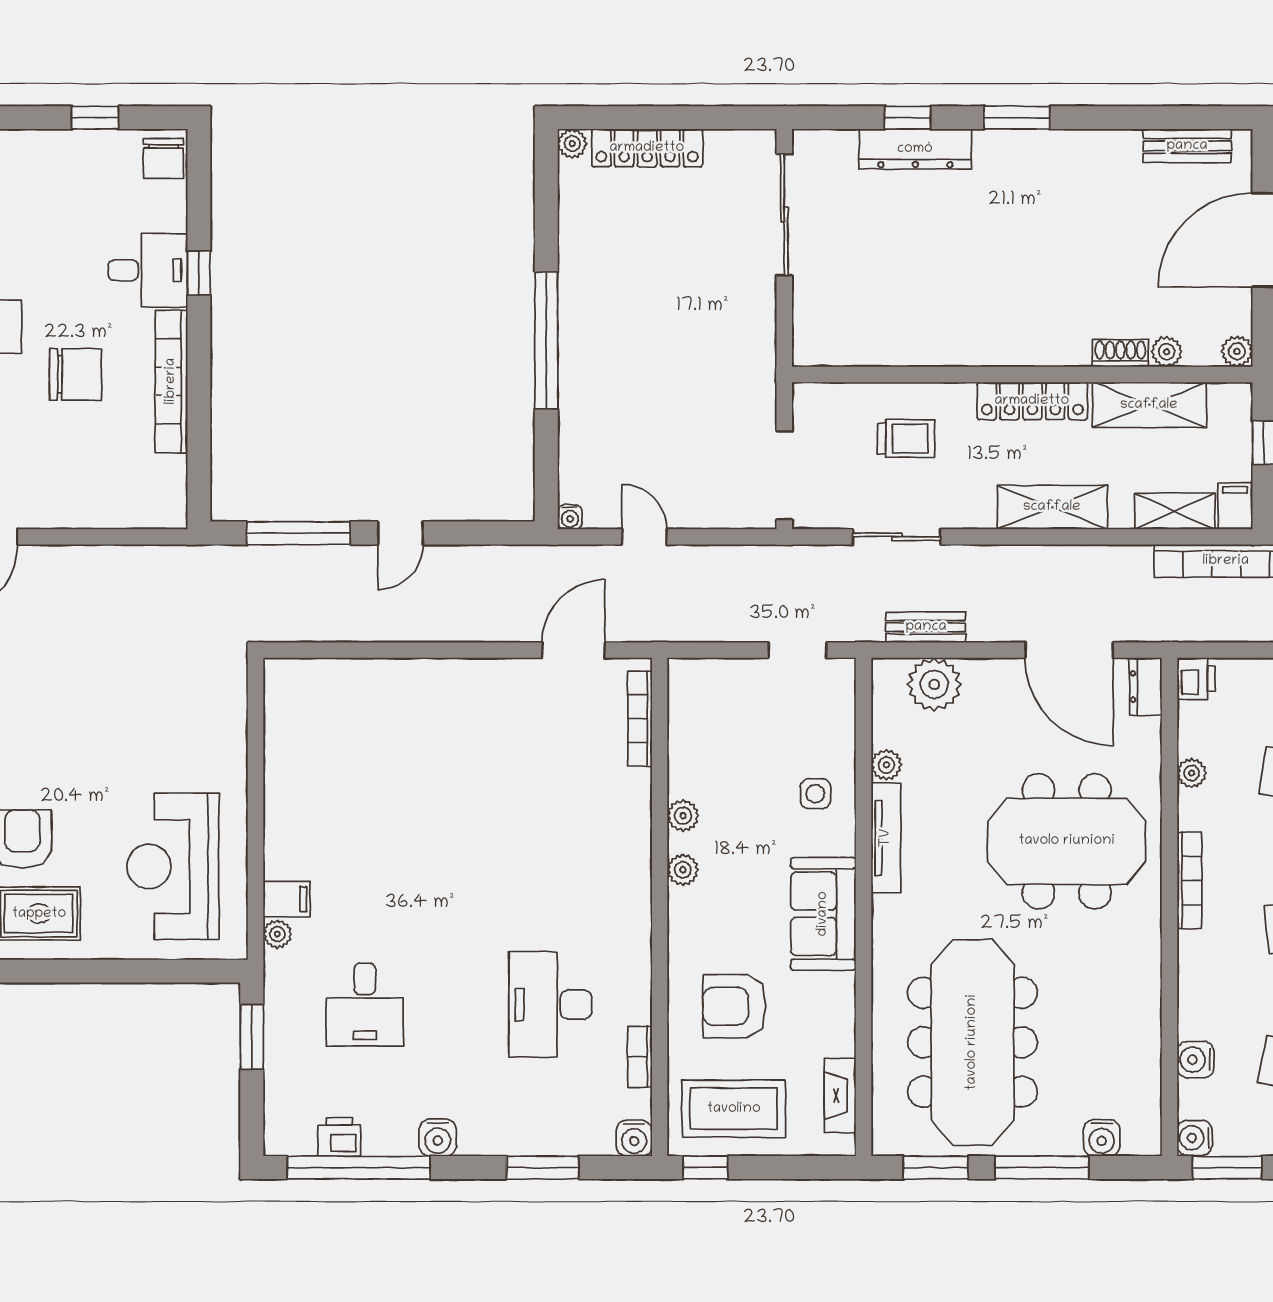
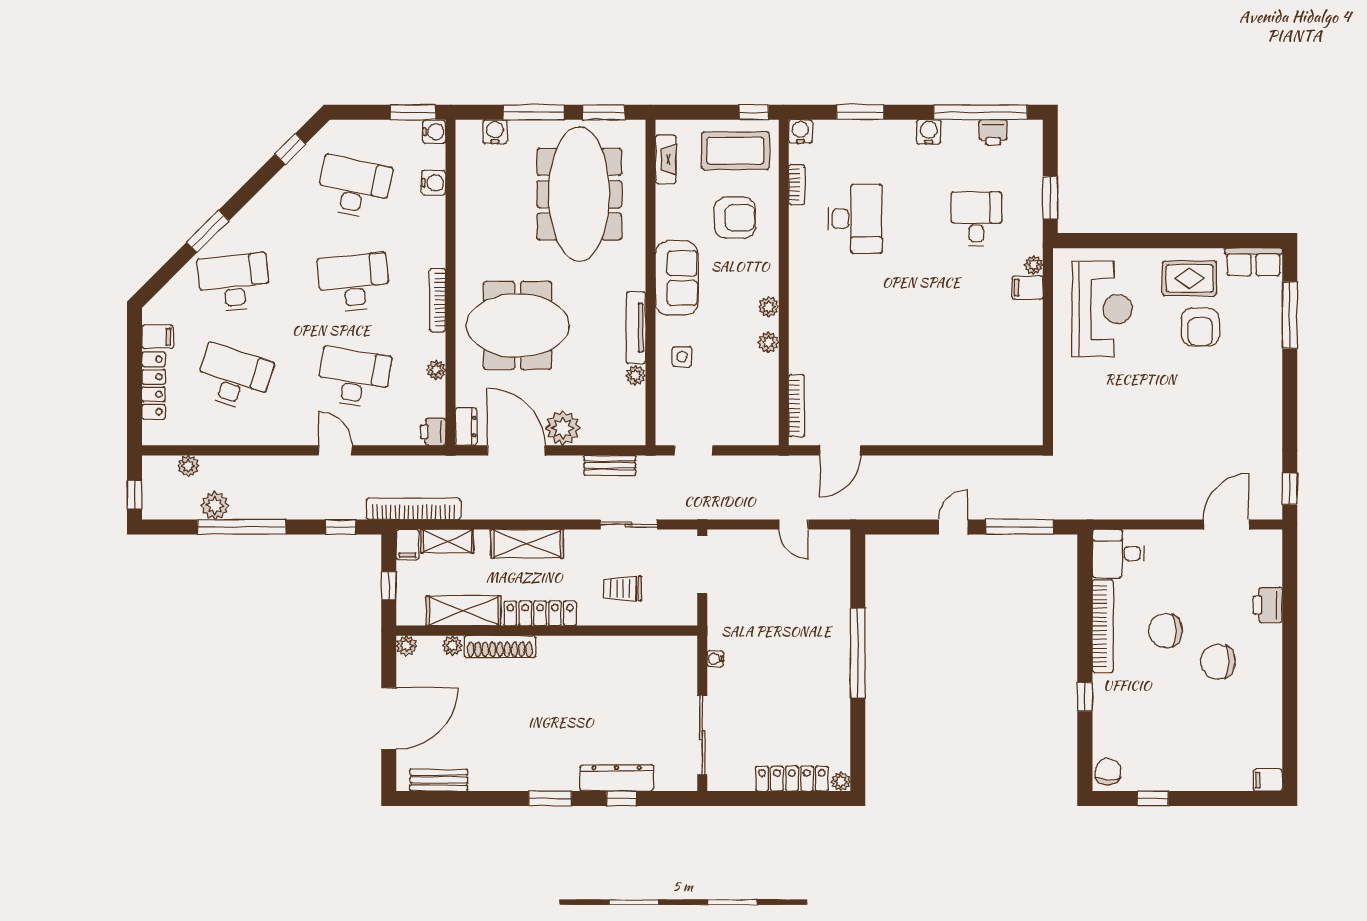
desk: (148, 270) -> (1118, 553), moved
shoe rack: (1120, 353) -> (500, 647), width x1.94, depth x1.24
water cooler: (570, 517) -> (715, 659), moved, turned -90
plant: (934, 684) -> (563, 428), moved

